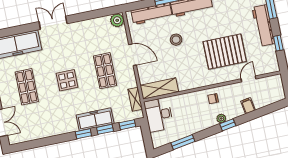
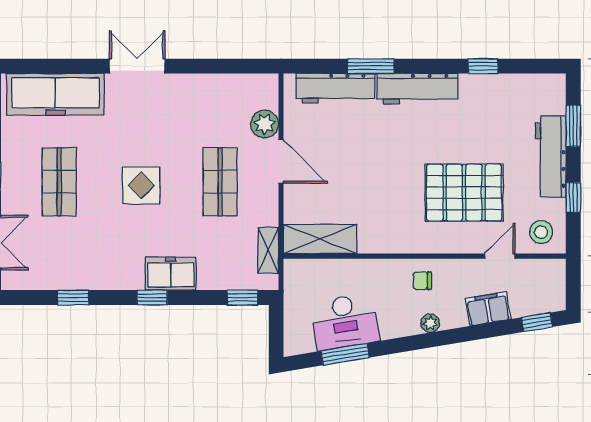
plant: (117, 20) -> (265, 124), moved
stool: (176, 40) -> (541, 232), moved
filing cabinet: (248, 106) -> (488, 309), width x2.00
desk: (159, 115) -> (345, 321), moved, turned -99
freezer: (95, 119) -> (171, 274), width x0.71
window: (228, 125) -> (537, 322), moved
window: (105, 129) -> (73, 298), moved

